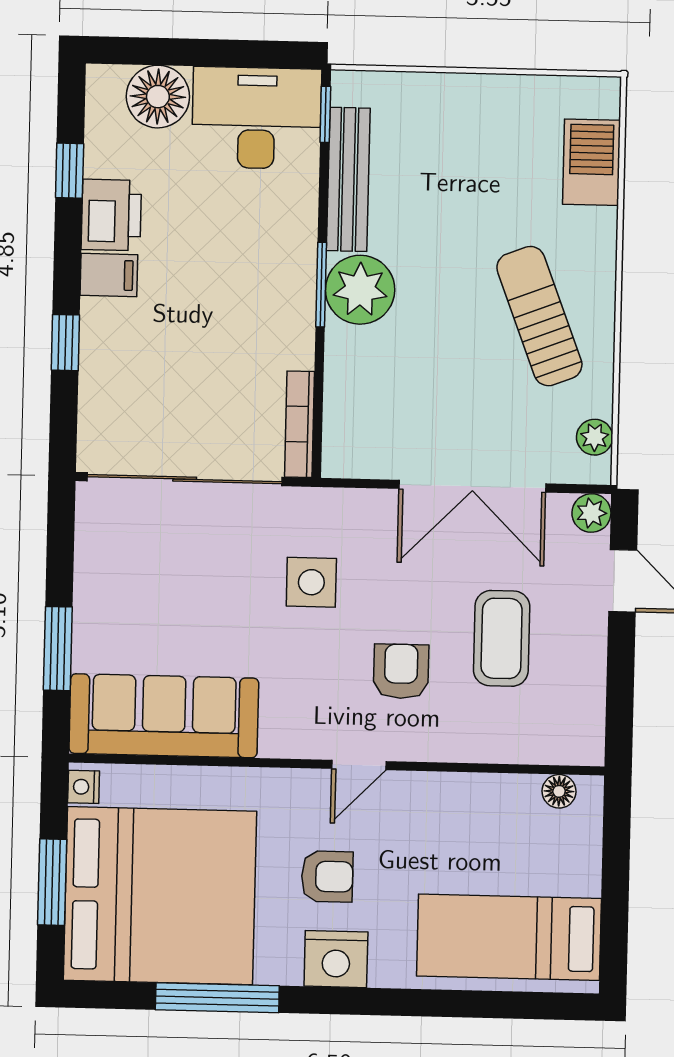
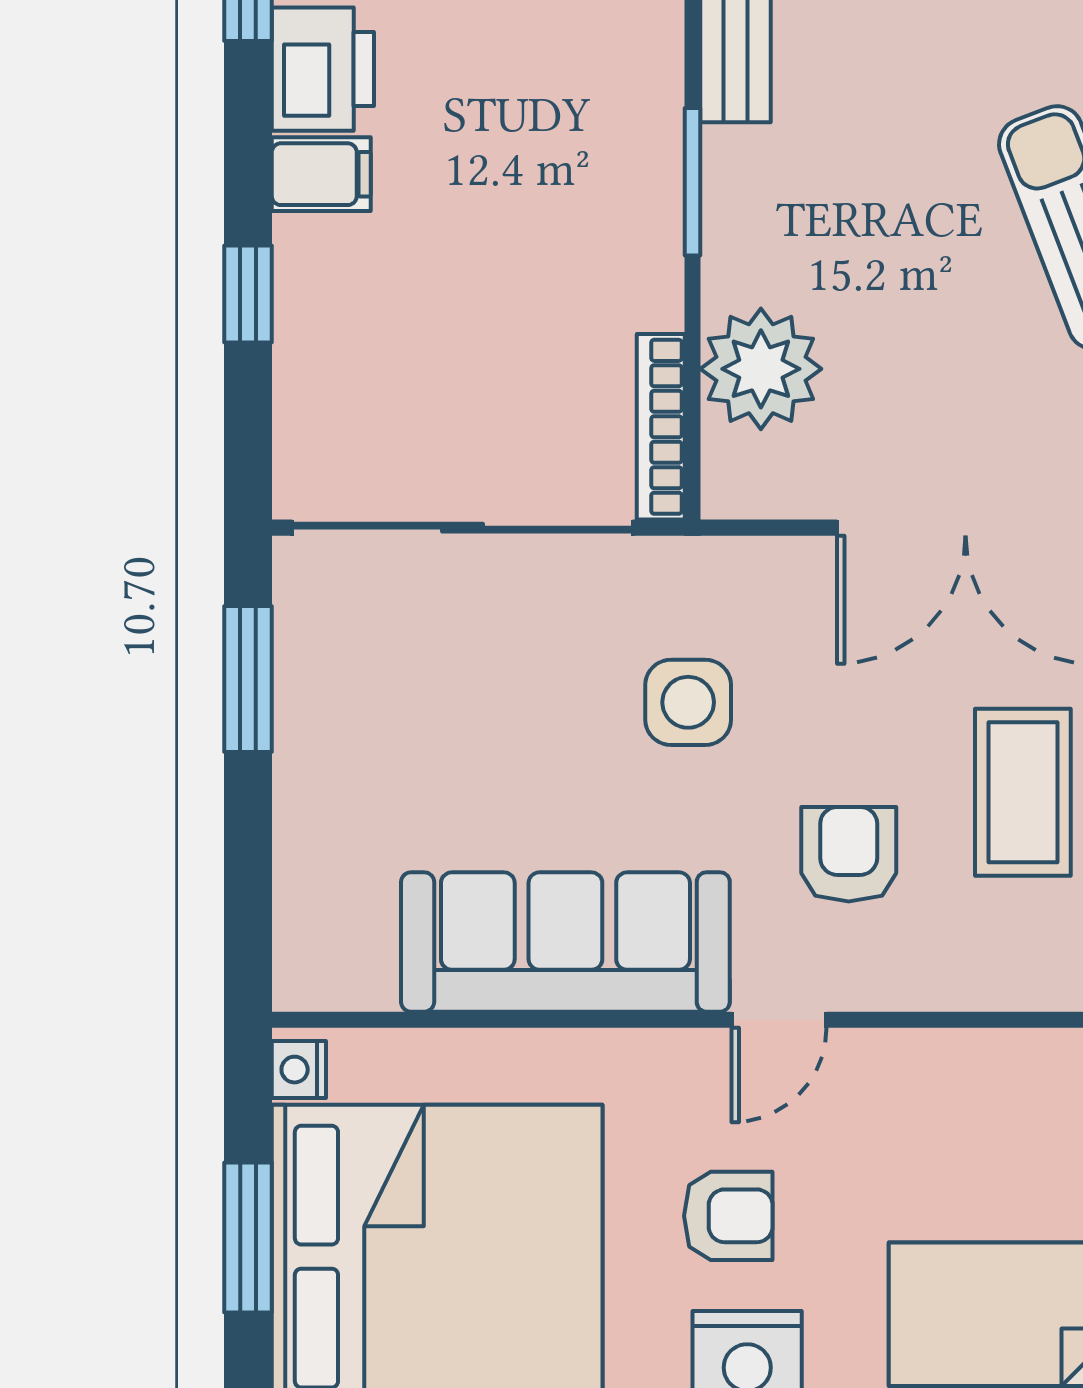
plant: (360, 290) -> (761, 369), moved
window: (58, 649) -> (248, 679), moved
sofa: (164, 716) -> (565, 942), moved

